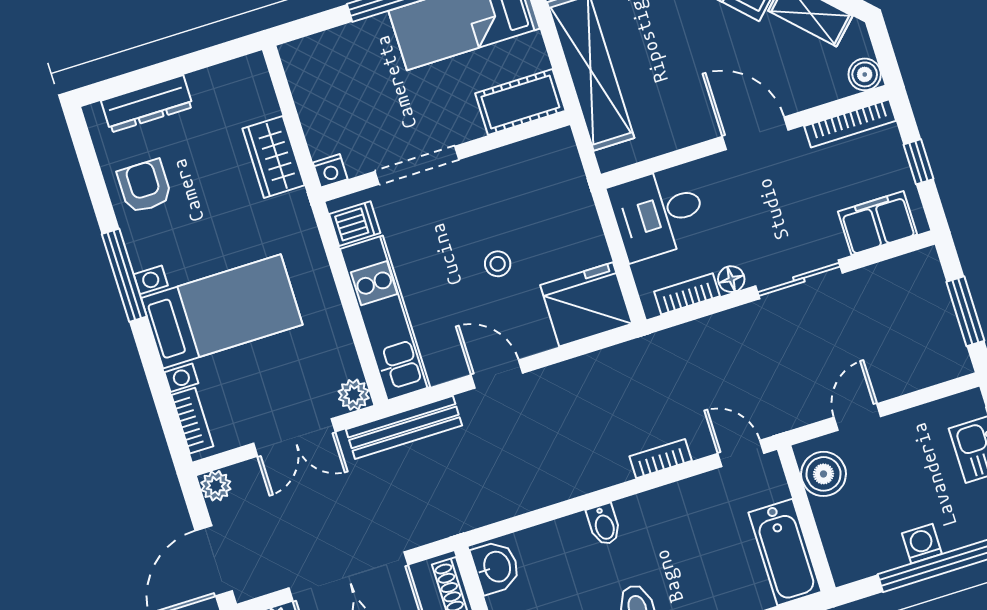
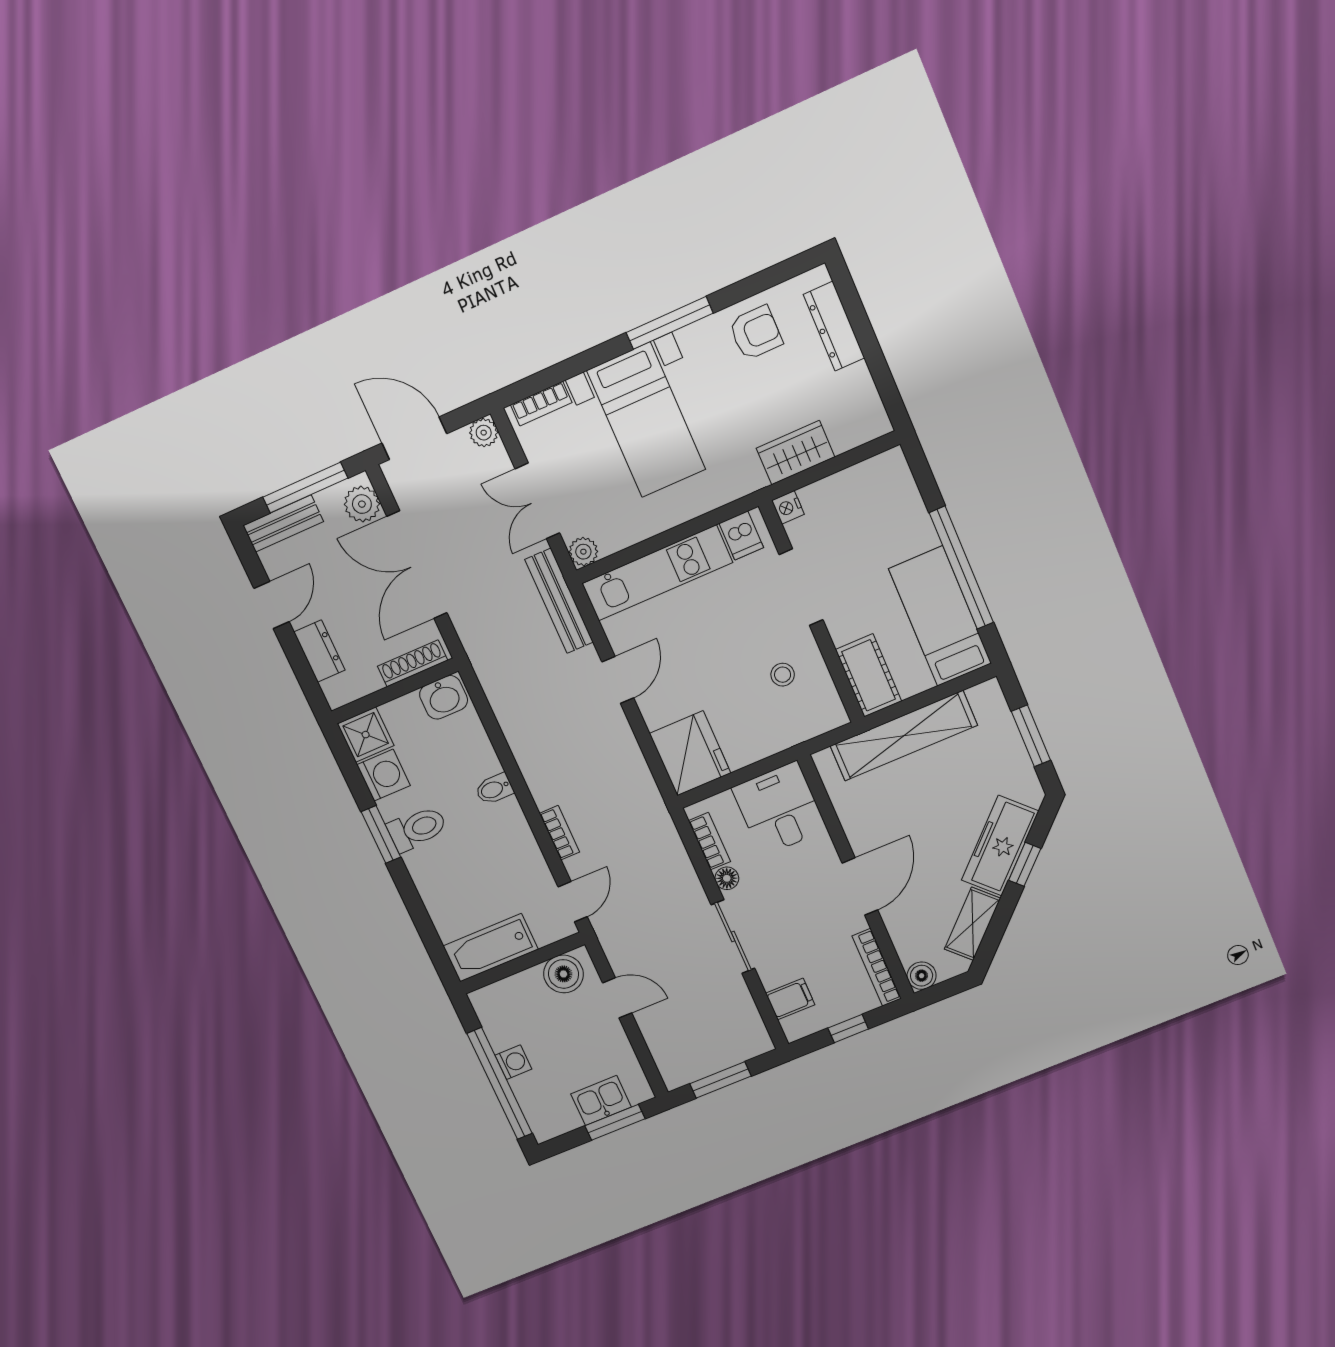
filing cabinet: (878, 223) -> (790, 999), width x0.50
stool: (498, 264) -> (783, 675), moved

